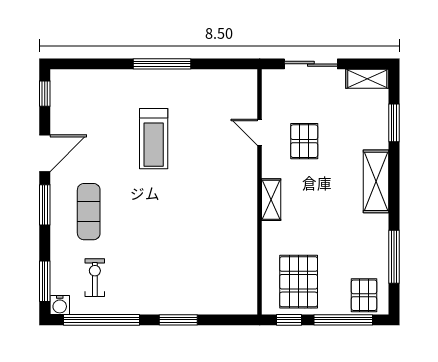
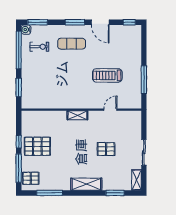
door: (260, 132) -> (110, 110), moved
wall: (260, 192) -> (81, 110), moved
shelving: (271, 200) -> (77, 115), moved

